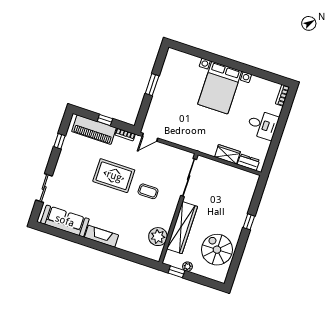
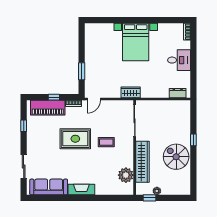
window: (152, 85) -> (82, 71), moved
wardrobe: (227, 154) -> (131, 92), moved
spiral stairs: (217, 250) -> (176, 157), moved

